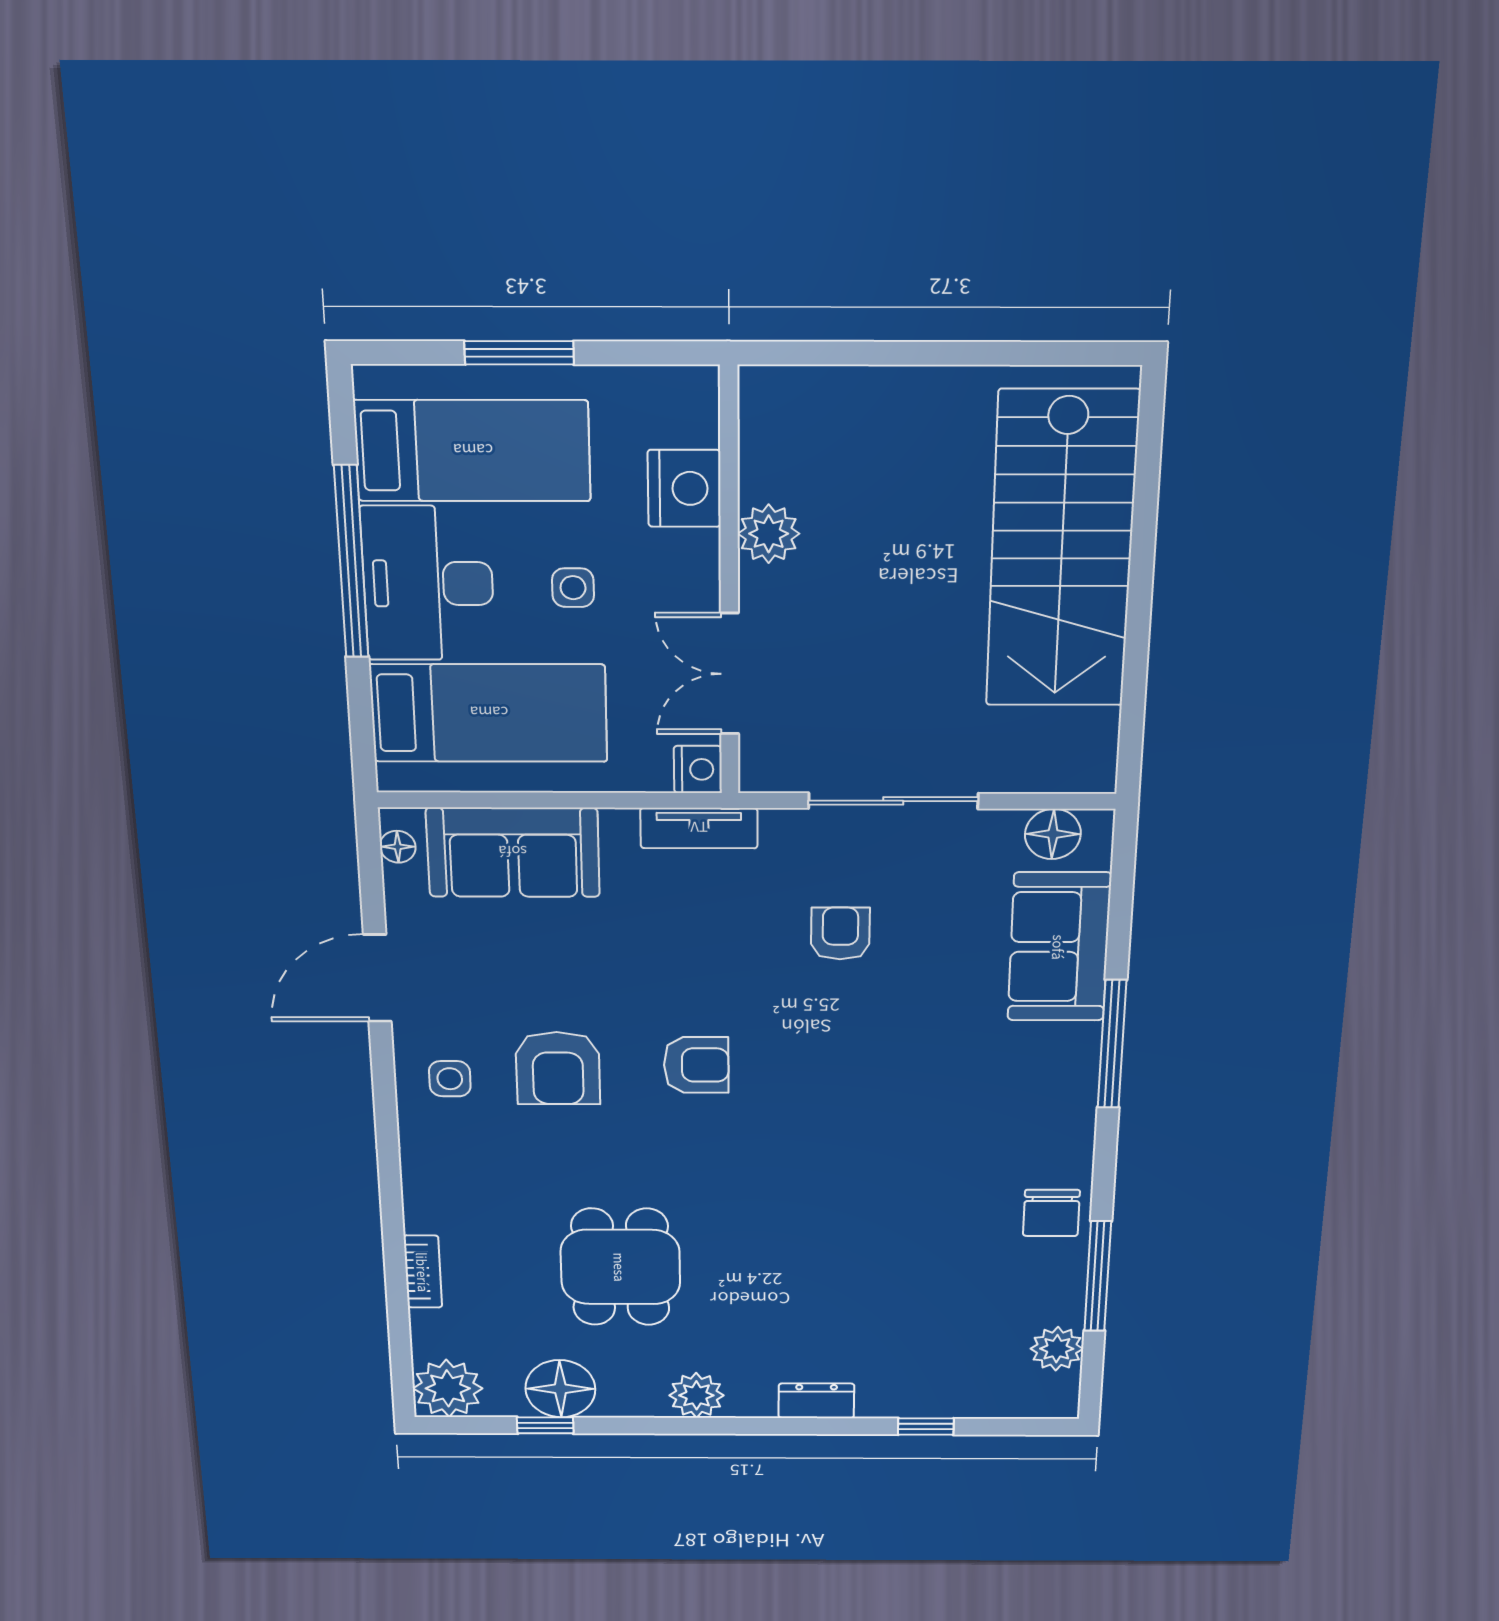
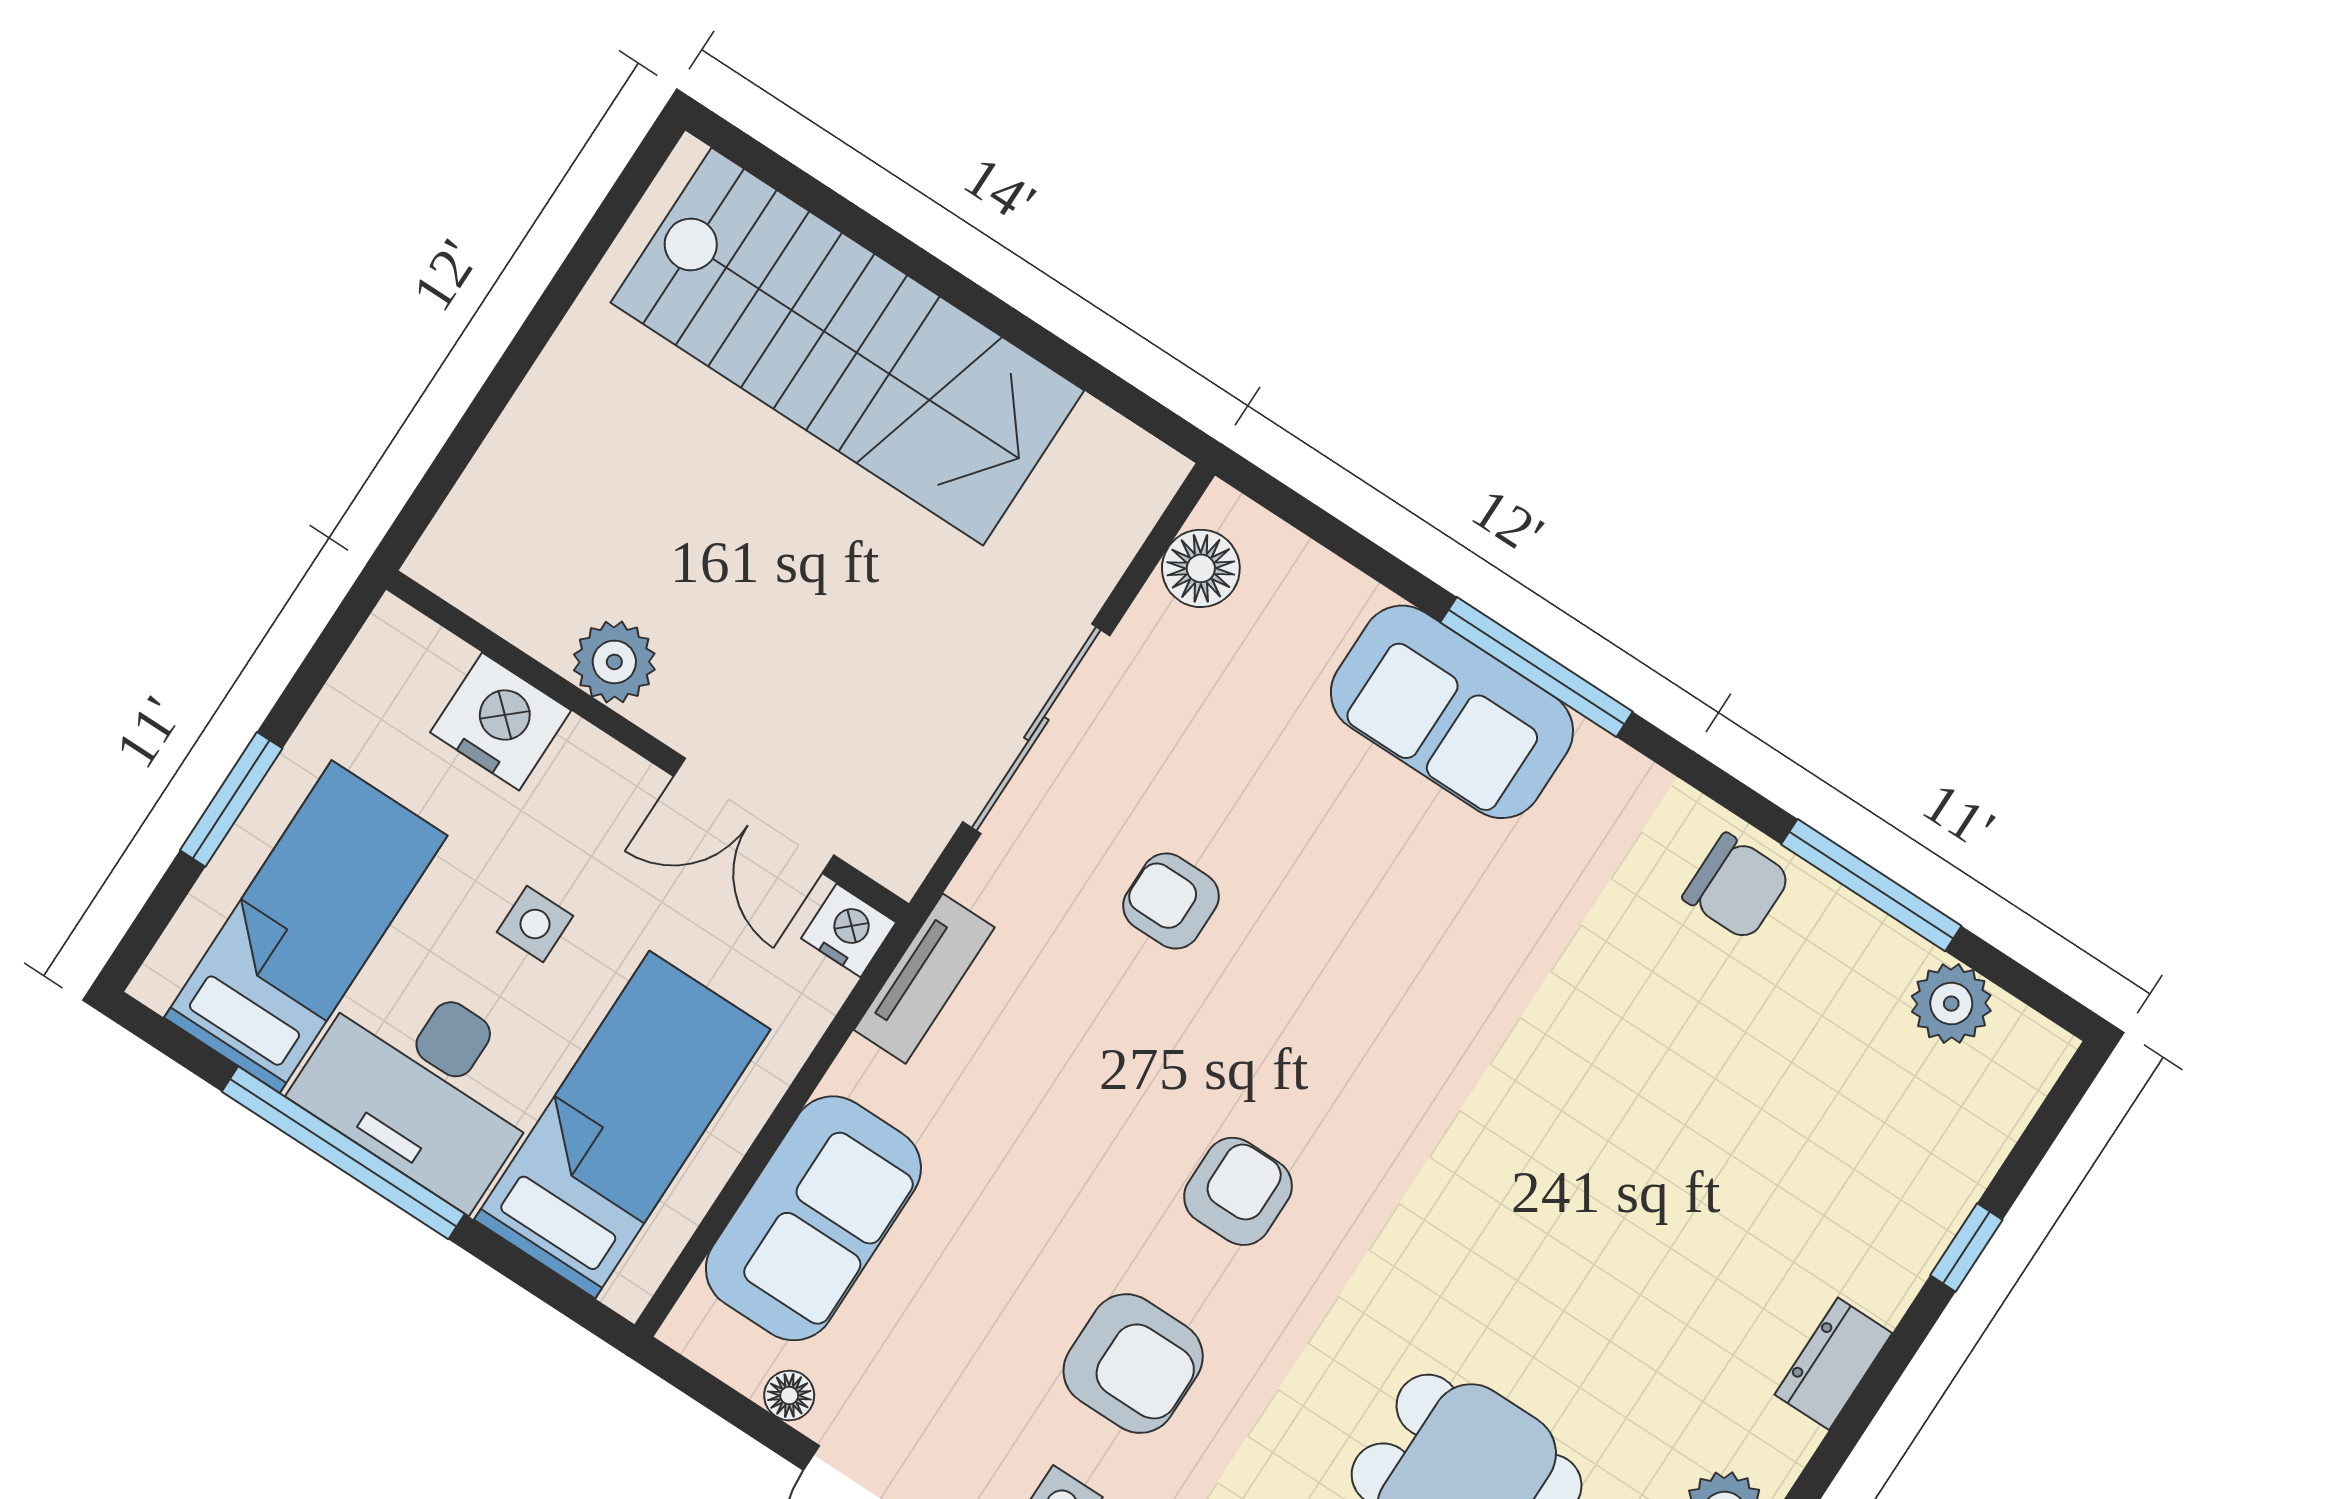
floor lamp: (398, 847) -> (789, 1395), moved
sofa: (1059, 947) -> (1452, 712), moved

